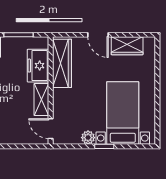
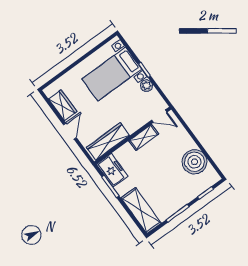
freezer: (38, 66) -> (112, 170), moved, turned -90
door: (51, 129) -> (159, 116), hinge flipped

